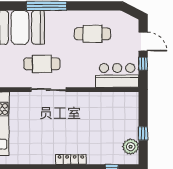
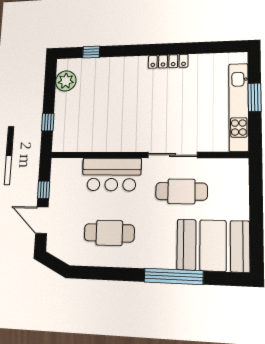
bar counter: (117, 75) -> (112, 174), moved
window: (143, 133) -> (48, 122), moved
locker: (71, 159) -> (168, 61), moved

